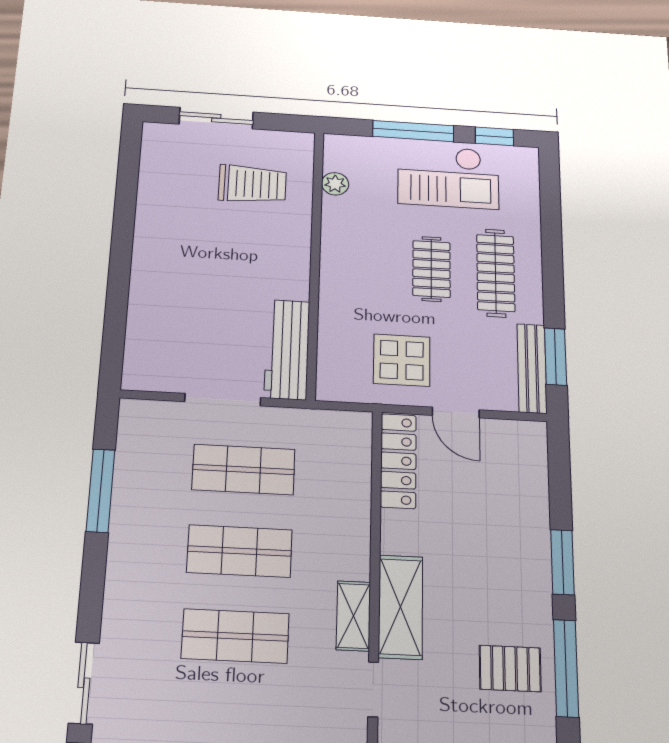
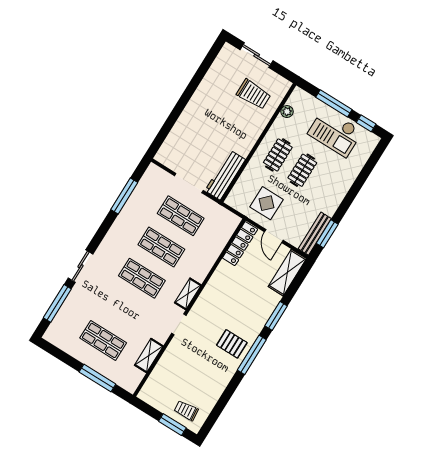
clothes rail: (496, 273) -> (278, 155), moved, width x0.73
shelving: (401, 607) -> (287, 273), moved

